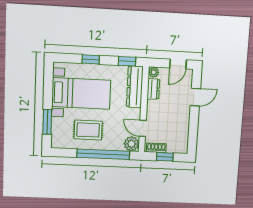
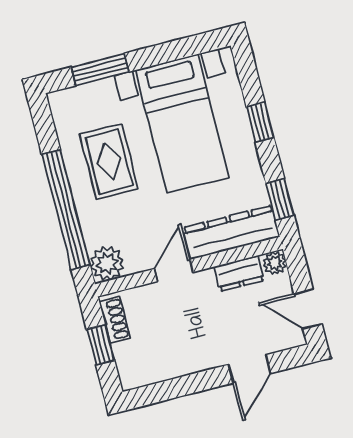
door: (195, 97) -> (250, 369), hinge flipped
door: (143, 128) -> (174, 270), moved

